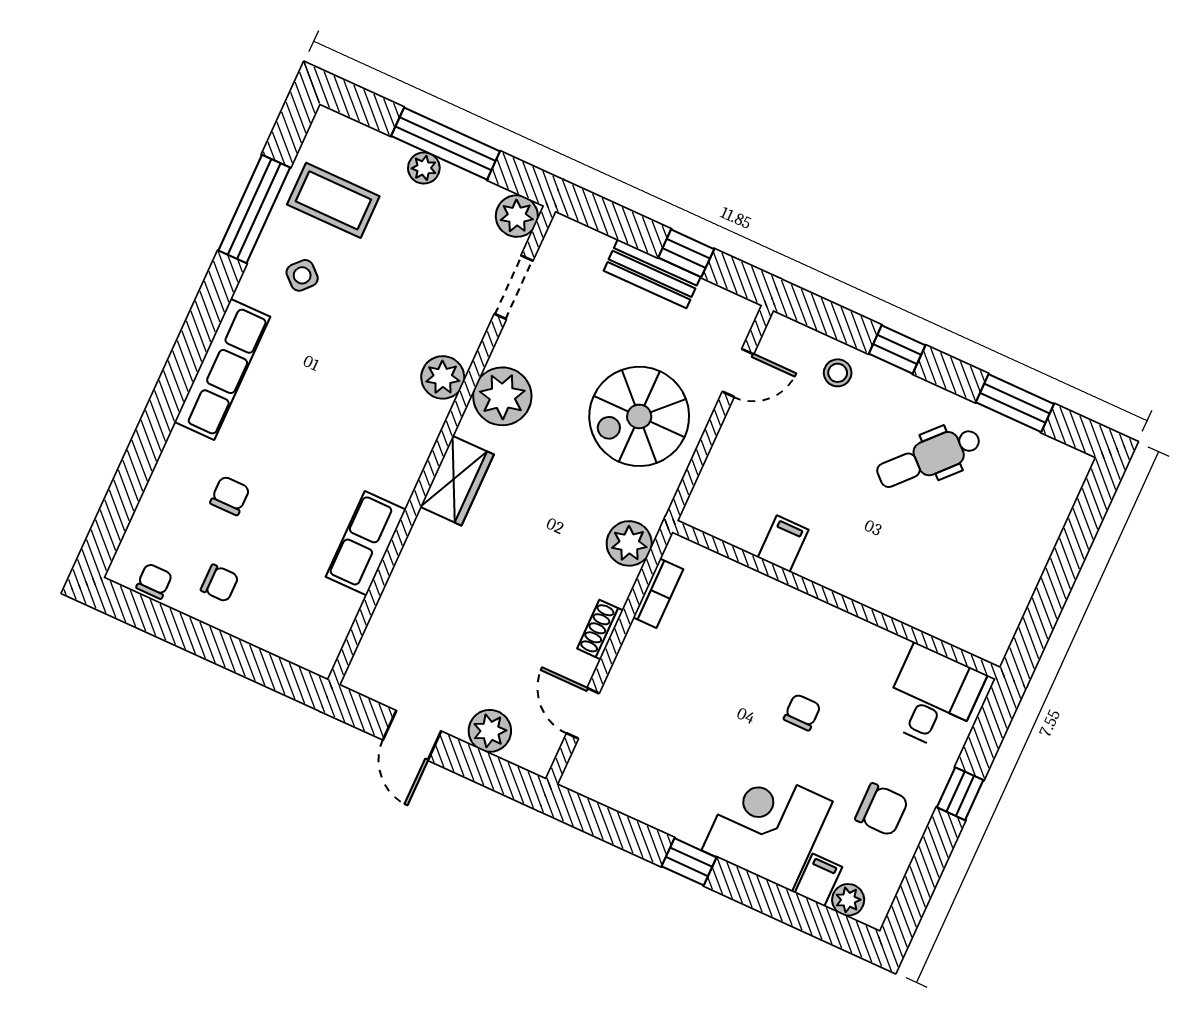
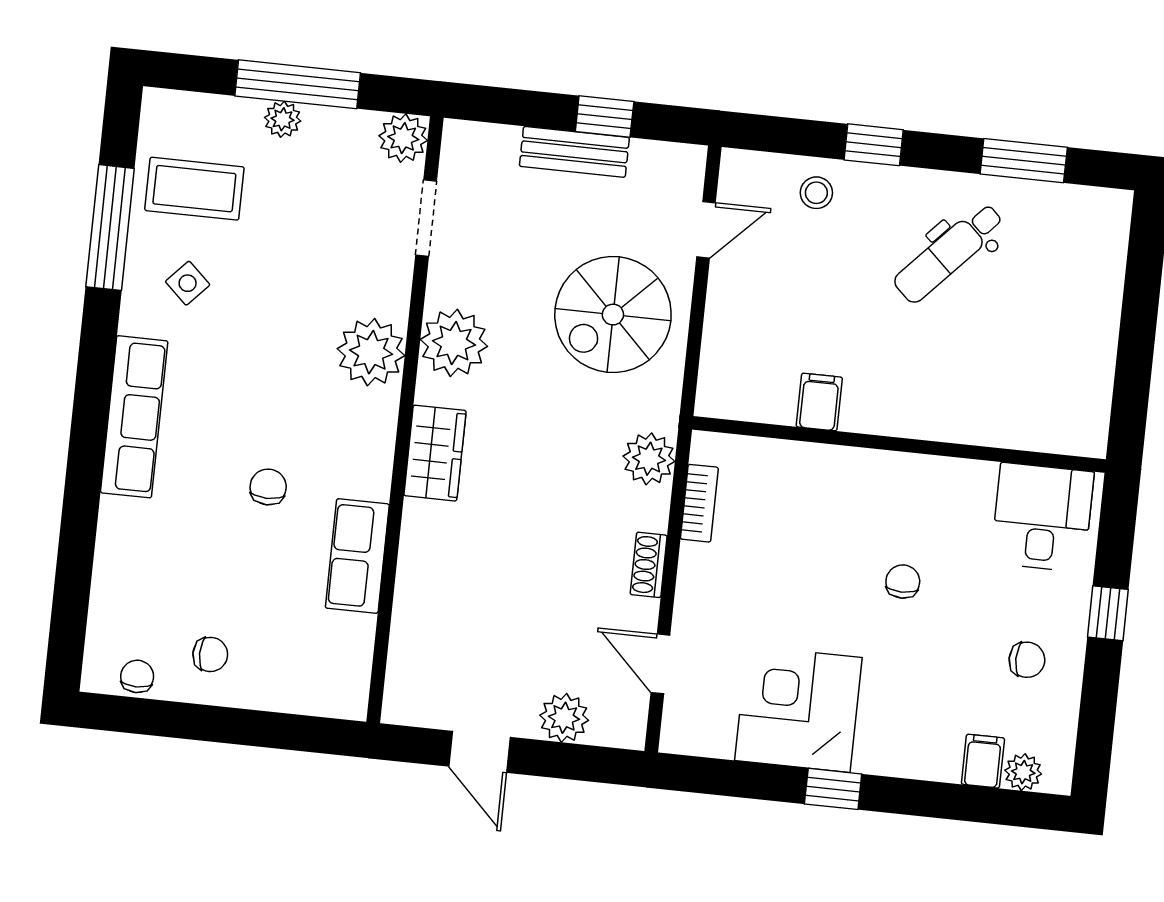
plant: (443, 377) -> (371, 352), width x1.36, depth x1.36
chair: (230, 496) -> (268, 487), moved
chair: (882, 810) -> (1027, 660), width x0.73, depth x0.73
corner desk: (767, 826) -> (798, 709), moved

